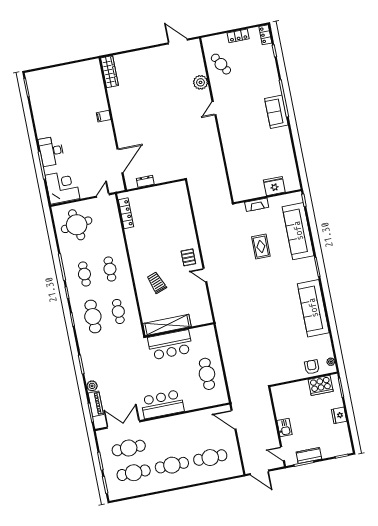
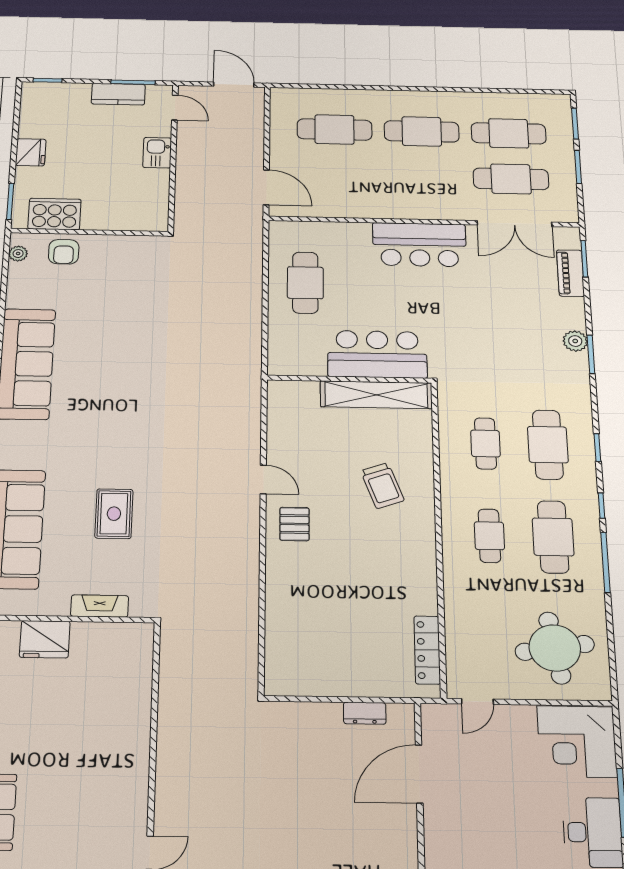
cafe table: (84, 274) -> (553, 537), width x1.37, depth x1.35
plant: (92, 386) -> (575, 341), moved

